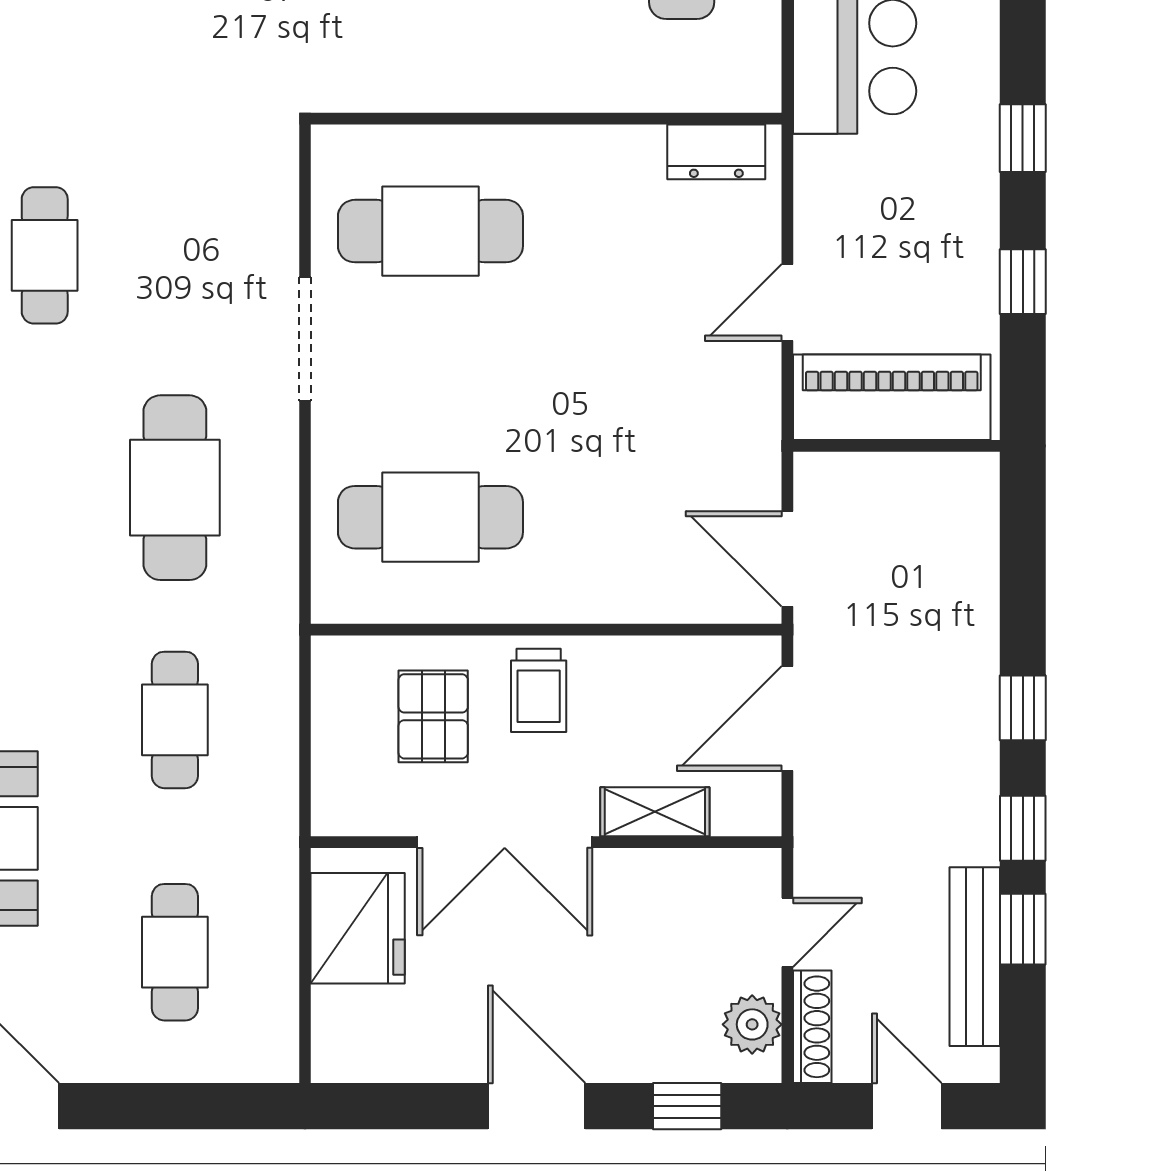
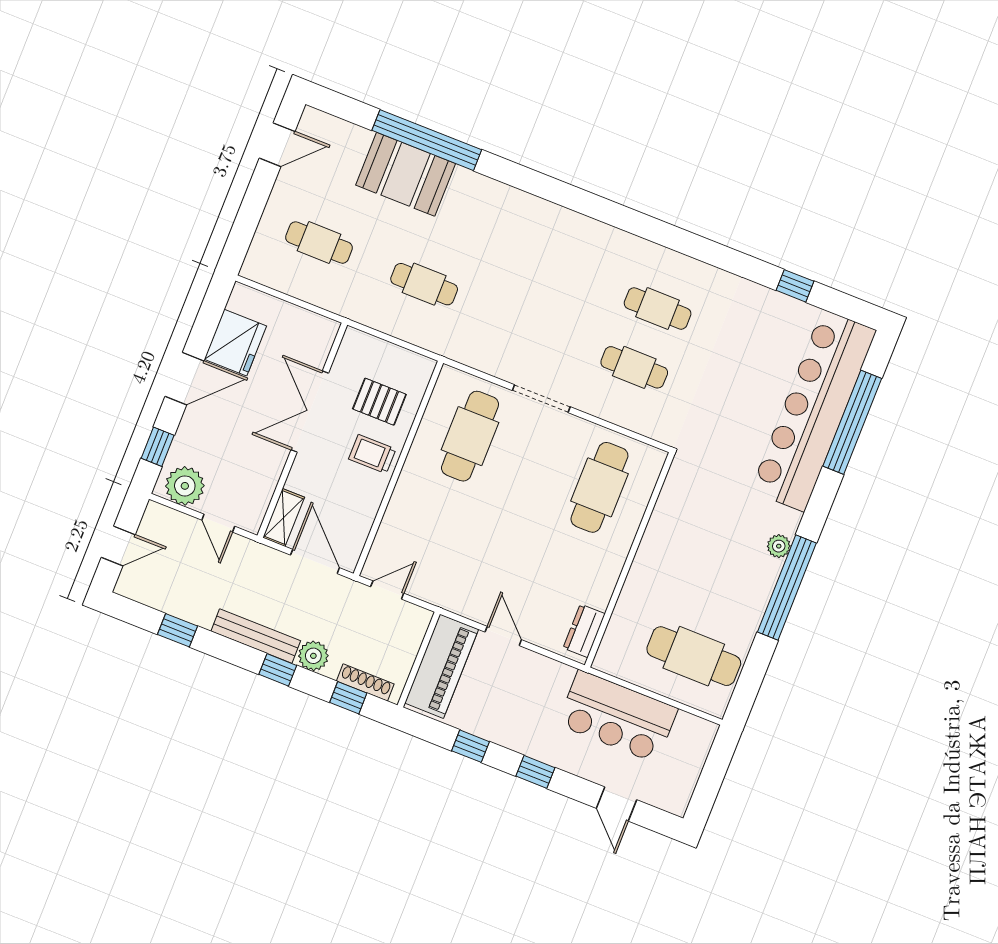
doorway: (305, 339) -> (541, 399), moved
cafe table: (175, 488) -> (634, 367), moved, width x0.73, depth x0.74
door: (787, 559) -> (387, 590), width x0.73
plant: (969, 650) -> (313, 656), added
shelving: (655, 812) -> (284, 517), moved
window: (1023, 828) -> (348, 698), moved
fridge: (358, 928) -> (235, 343), moved, turned -90
bench: (975, 957) -> (256, 636), moved
plant: (752, 1024) -> (185, 486), width x1.36, depth x1.36
shoe rack: (812, 1027) -> (365, 682), moved, turned 180

